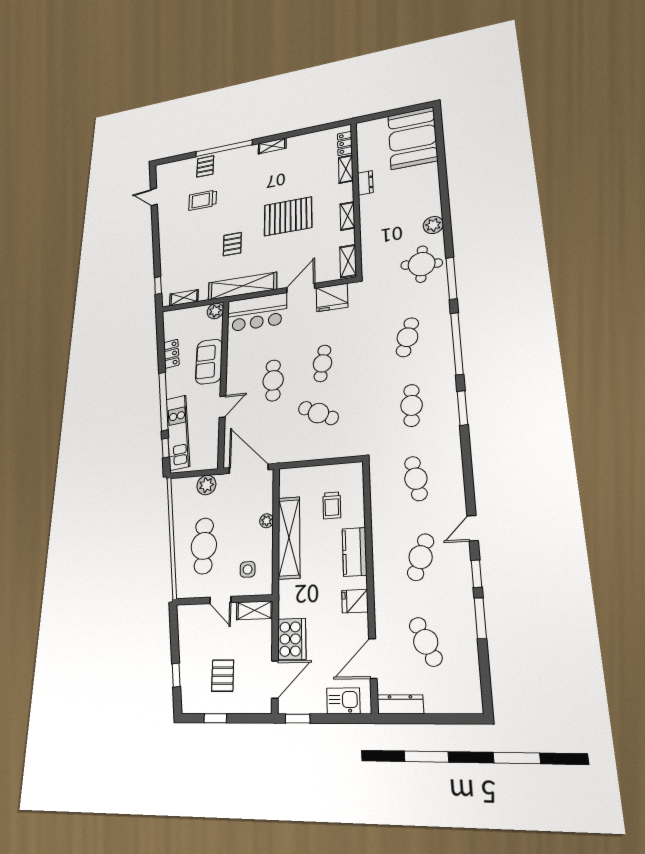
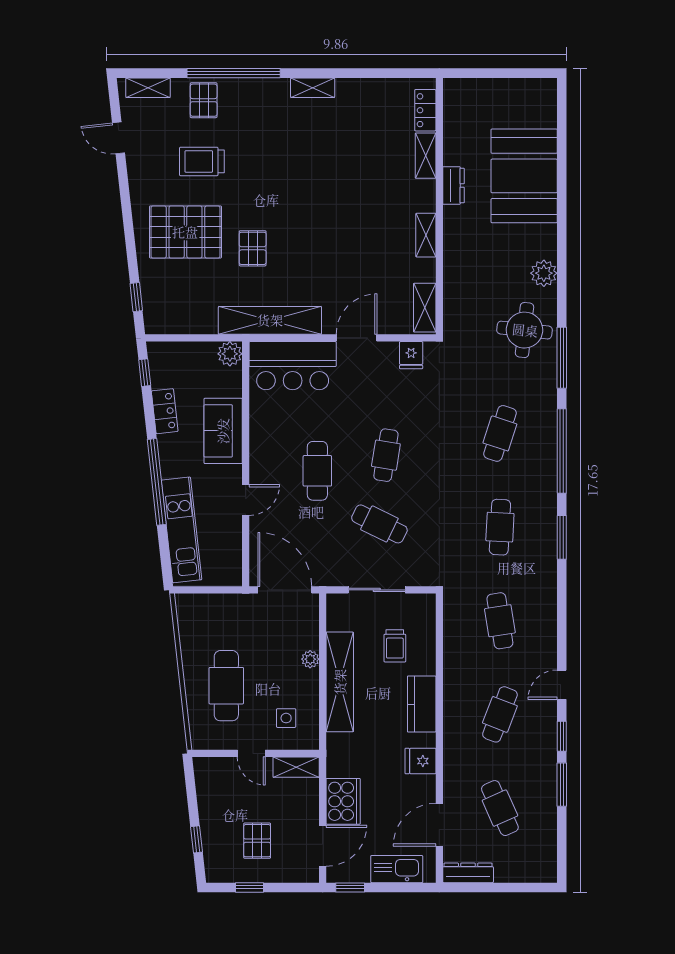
booth: (413, 138) -> (524, 176), moved
pallet: (288, 216) -> (185, 232), moved
fridge: (332, 297) -> (411, 355), width x0.53, depth x0.75
shelving: (184, 298) -> (148, 88), moved
window: (166, 448) -> (145, 373), moved
sliding door: (317, 463) -> (377, 590), added
plant: (206, 485) -> (227, 607), removed
kitchen sink: (343, 701) -> (397, 869), width x1.38

